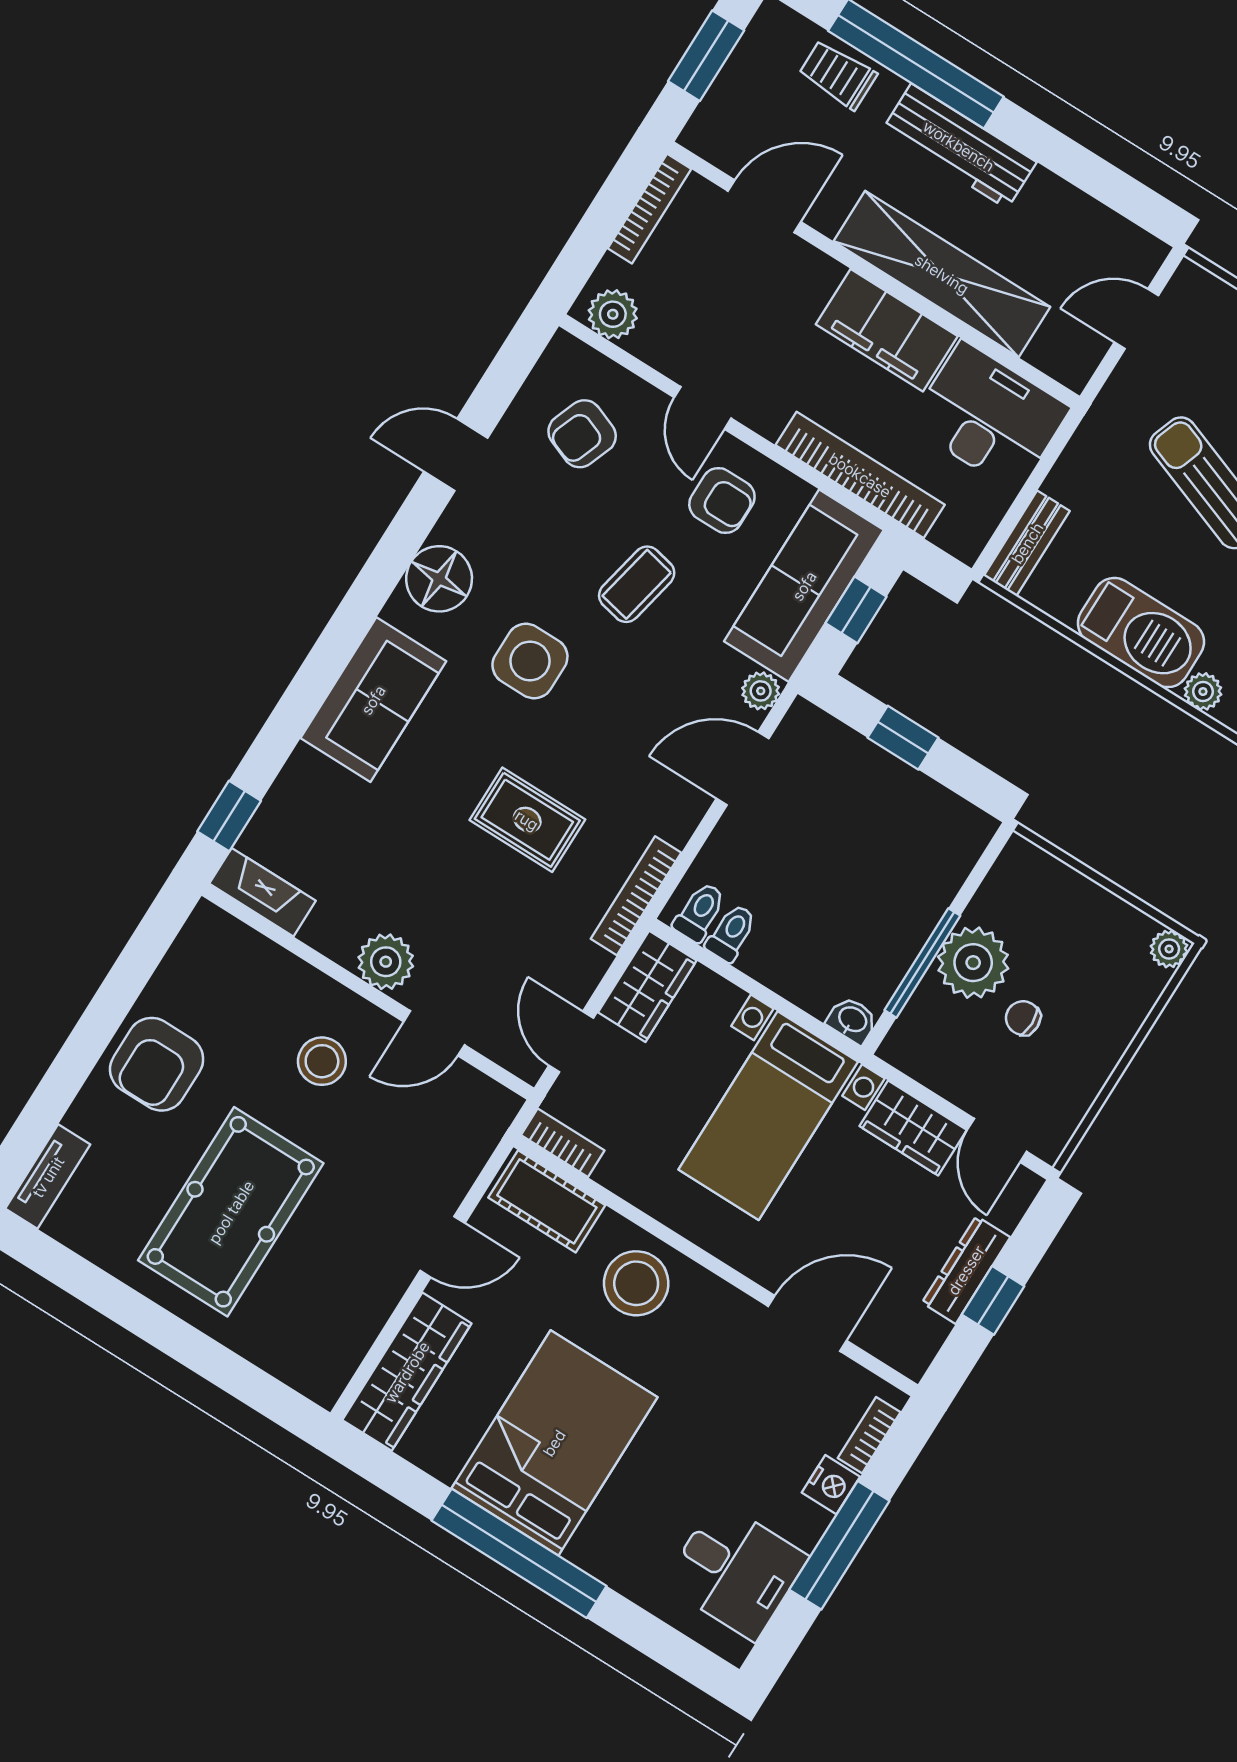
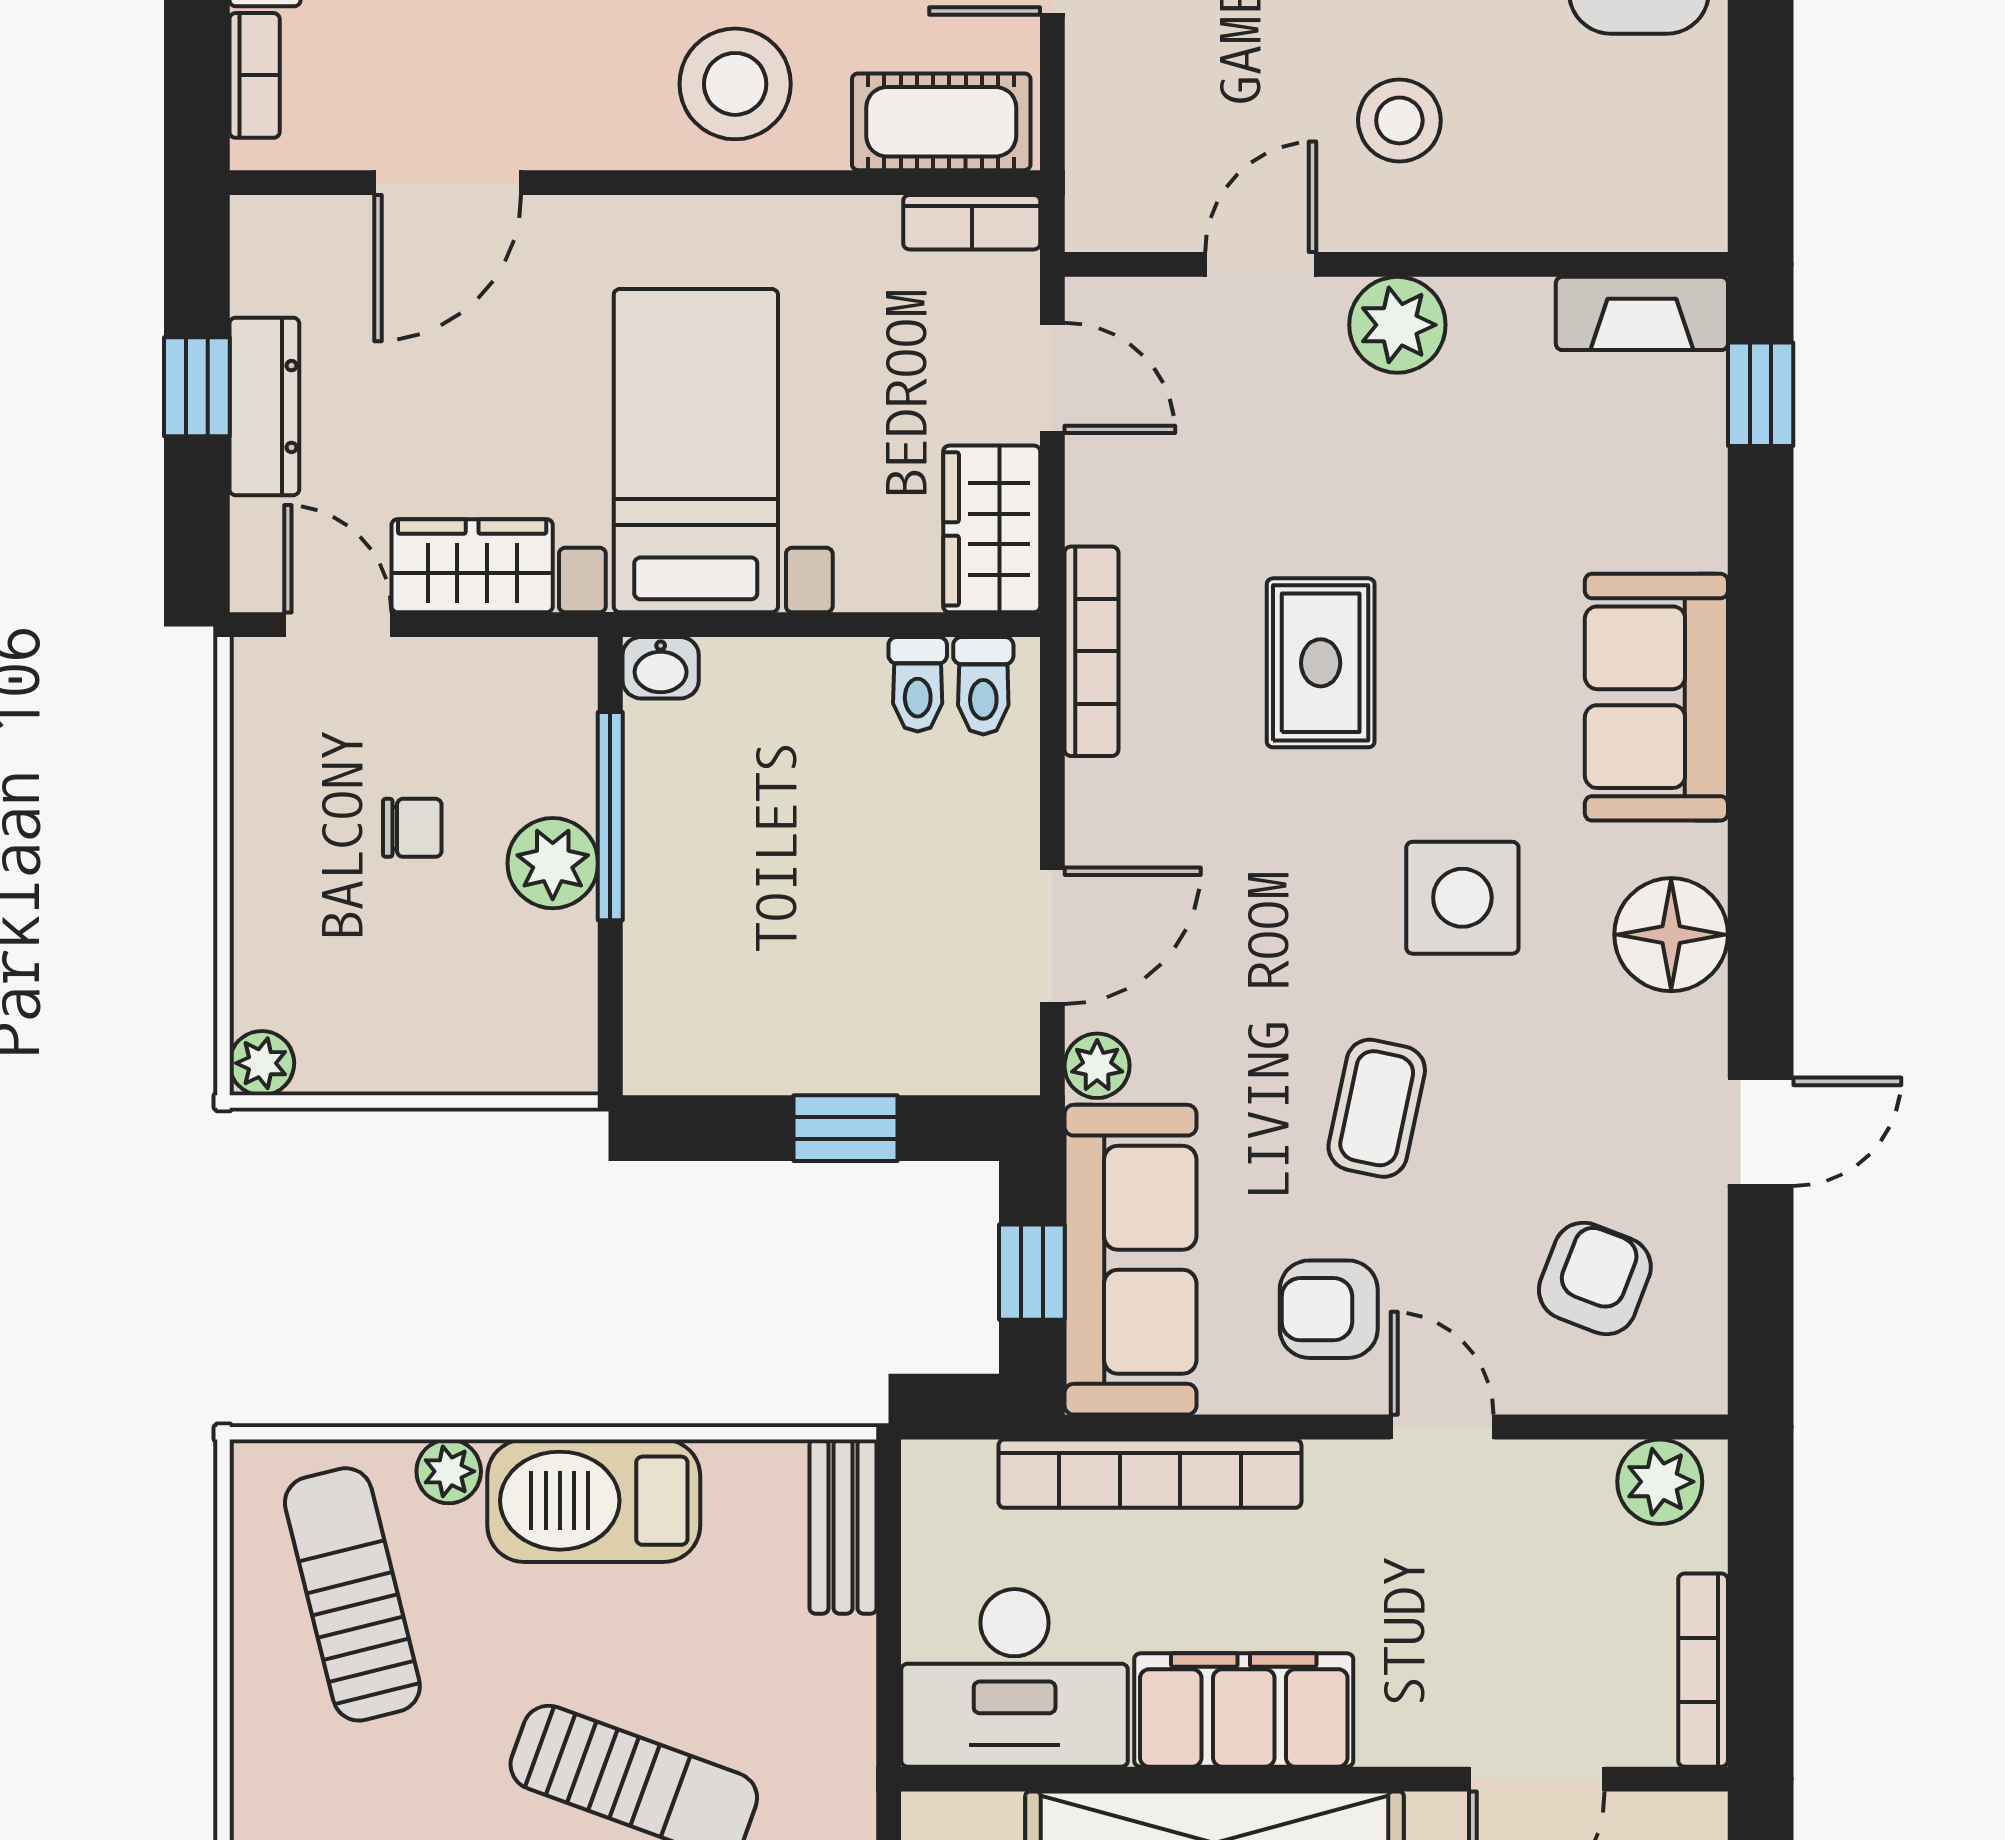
rug: (527, 820) -> (1321, 663), turned 90
plant: (973, 963) -> (553, 863), width x0.73, depth x0.73

